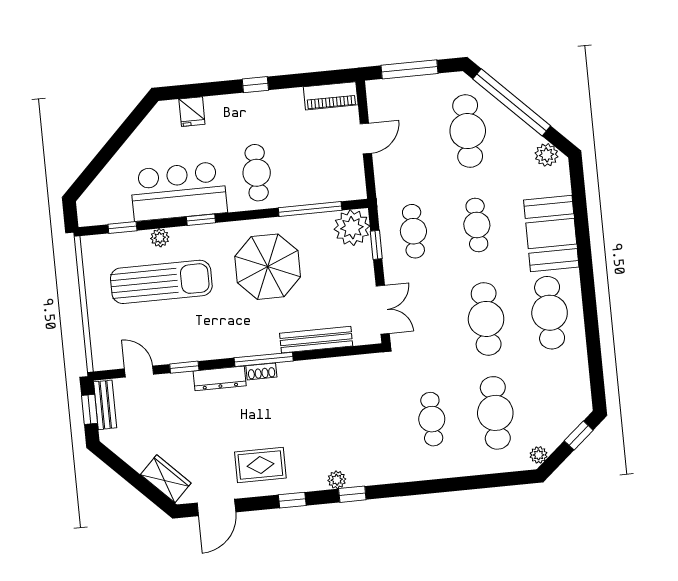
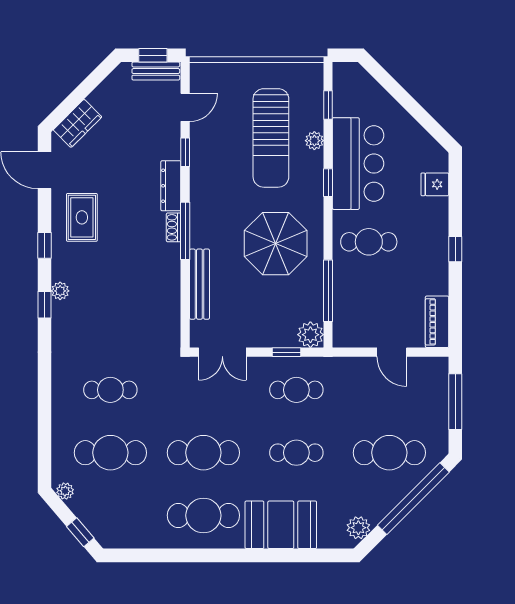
plant: (352, 228) -> (310, 335), width x0.73, depth x0.73

